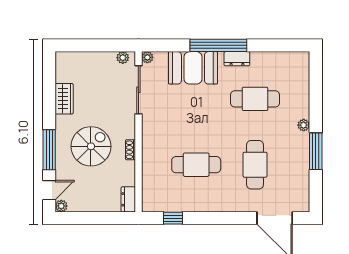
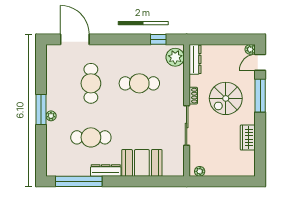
window: (218, 45) -> (79, 181), moved
plant: (147, 57) -> (175, 57), moved, width x1.87, depth x1.87
dresser: (237, 59) -> (106, 170), width x1.44
sliding door: (138, 90) -> (187, 125), moved
window: (316, 151) -> (41, 109), moved
dresser: (128, 199) -> (195, 59), width x1.44

